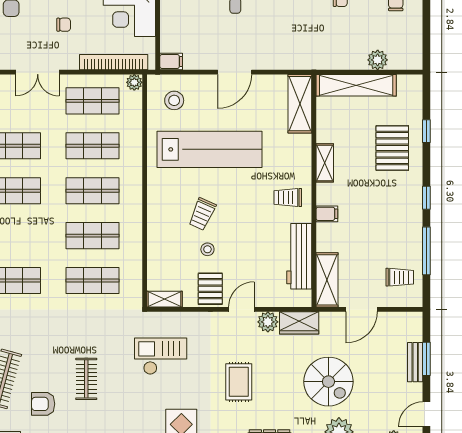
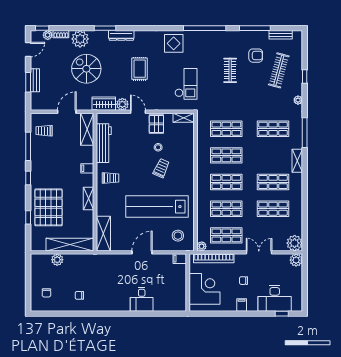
pallet: (392, 148) -> (48, 207), width x1.37, depth x1.41
door: (241, 309) -> (138, 112), swing flipped
checkout: (161, 356) -> (186, 84), turned -90

